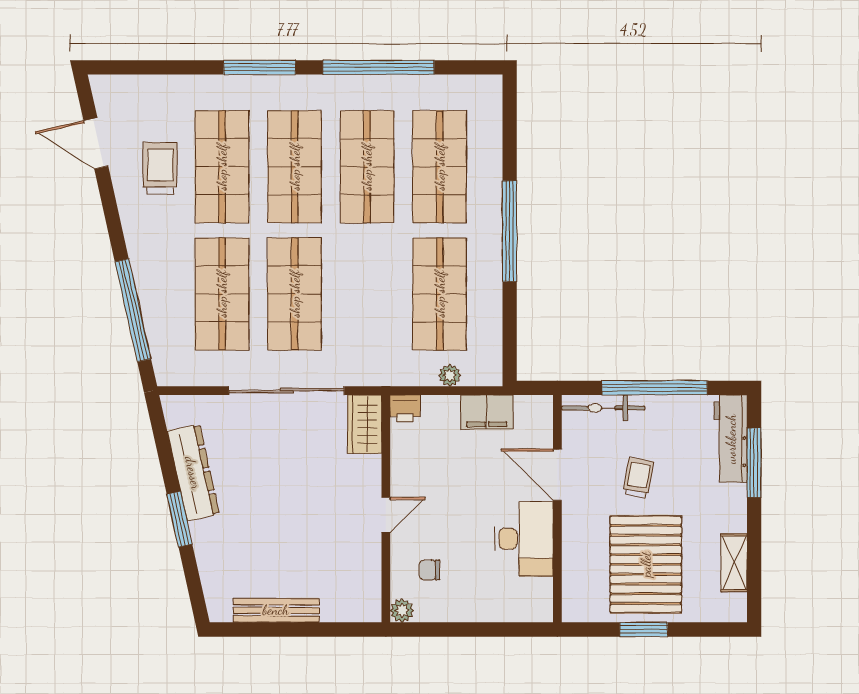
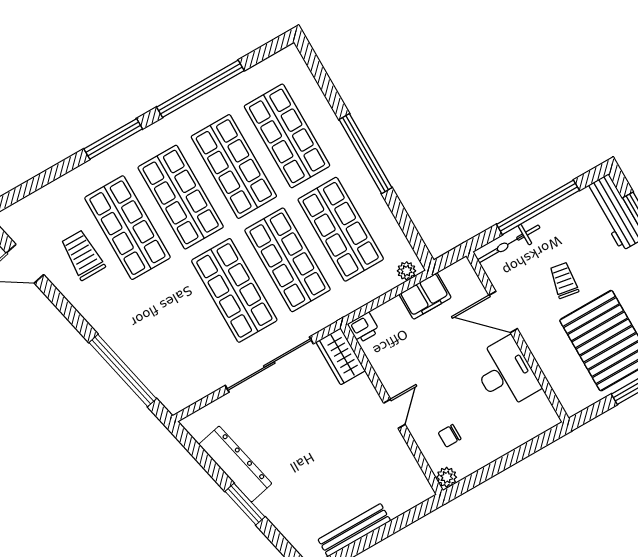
shop shelf: (222, 294) -> (288, 260), moved
plant: (450, 375) -> (406, 271), moved

